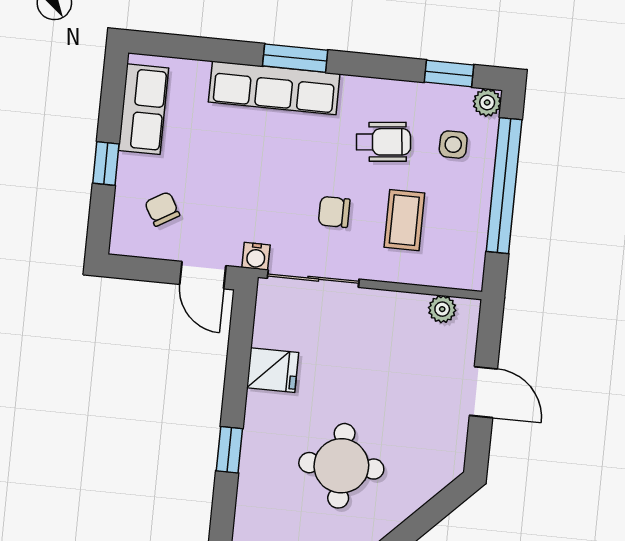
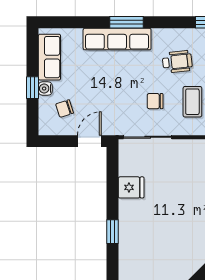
chair: (162, 209) -> (65, 109), turned -78
water cooler: (256, 256) -> (45, 89), moved, turned 90
door: (203, 275) -> (89, 141), swing flipped
round table: (341, 466) -> (172, 234), removed

